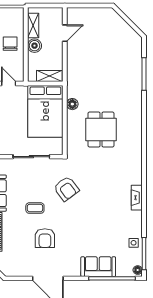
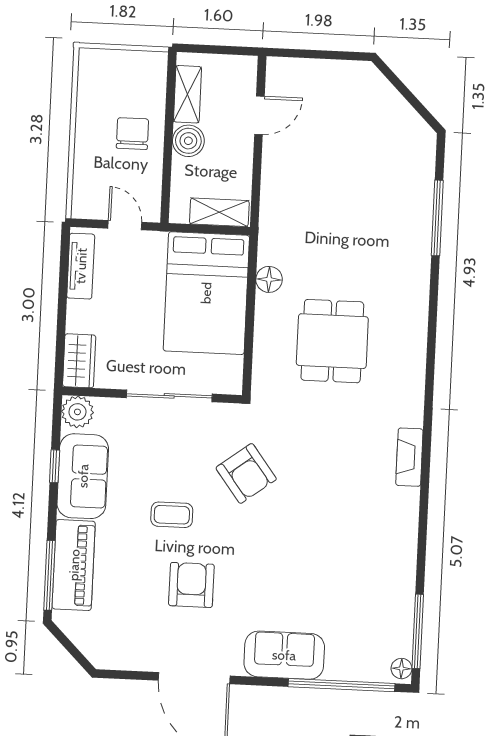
fireplace: (137, 198) -> (409, 457), moved
armchair: (45, 238) -> (191, 585), turned 180
side table: (134, 243) -> (395, 606), removed
sofa: (98, 267) -> (284, 655), moved

